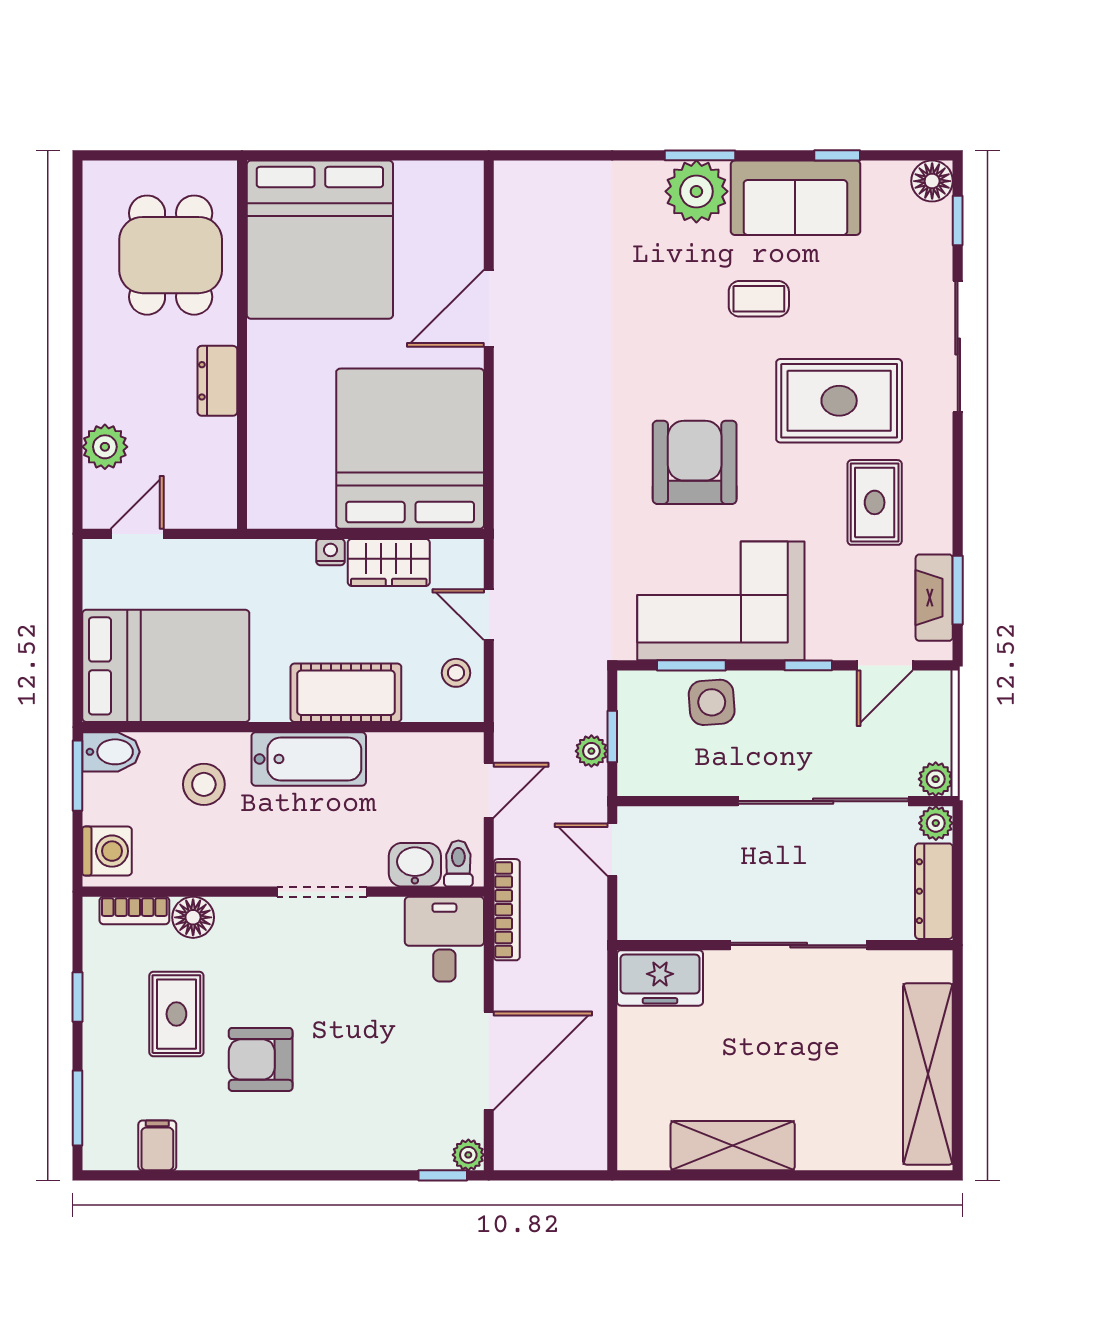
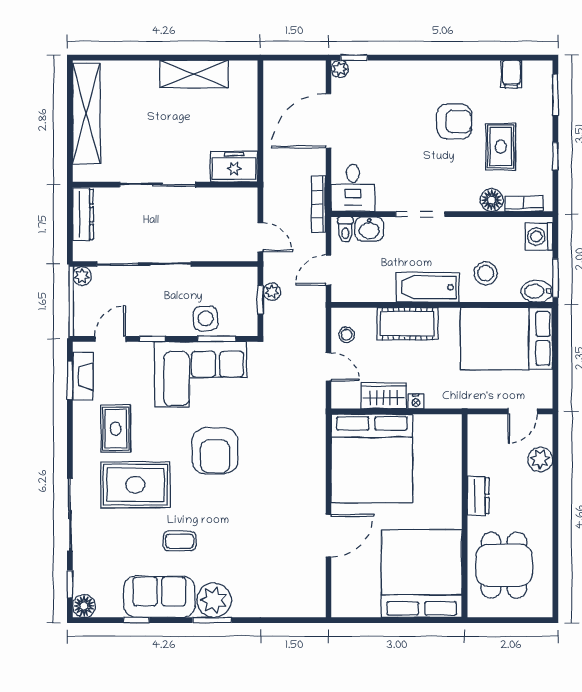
plant: (936, 823) -> (82, 252), removed

